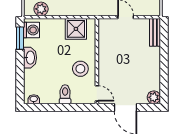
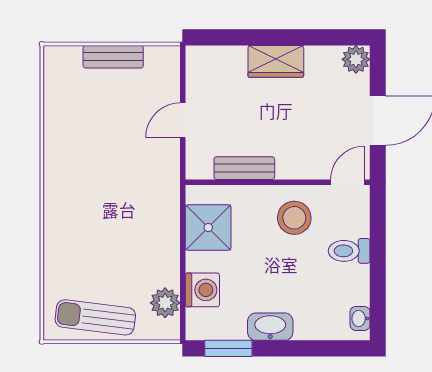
washing machine: (31, 30) -> (202, 290), moved, turned 90
bench: (155, 32) -> (244, 168), moved
wardrobe: (153, 60) -> (276, 61), added

